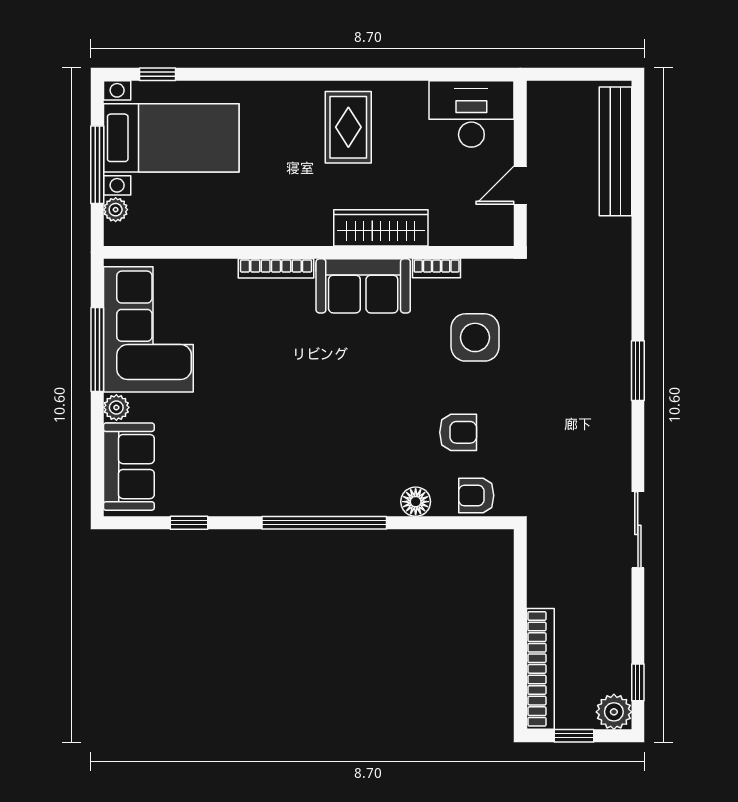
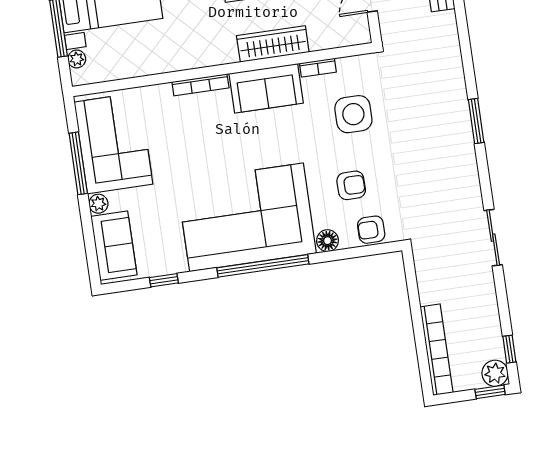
corner sofa: (312, 455) -> (246, 217), added
window: (574, 736) -> (490, 392), moved

